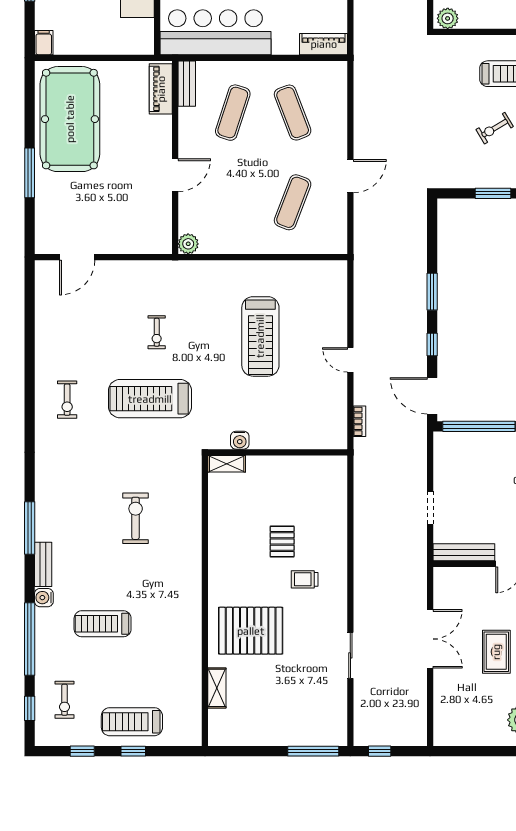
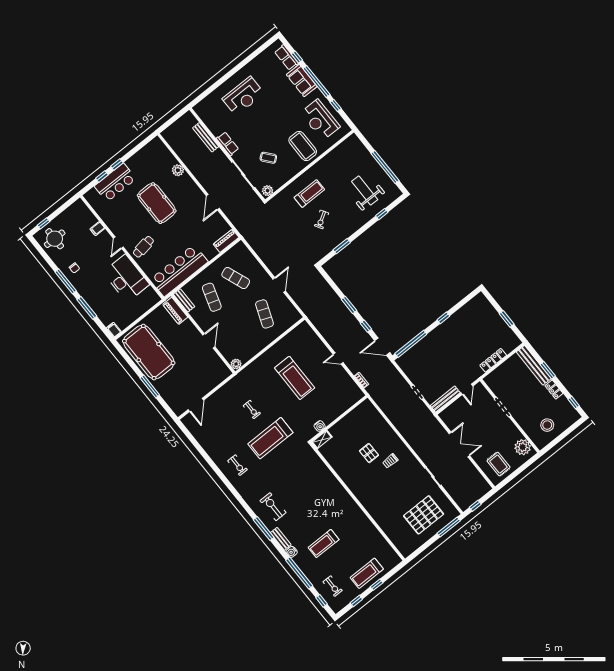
exercise bike: (136, 518) -> (273, 507), moved
pallet: (251, 631) -> (424, 515), moved
rug: (496, 652) -> (498, 464), moved
shelving: (217, 688) -> (390, 533), removed

